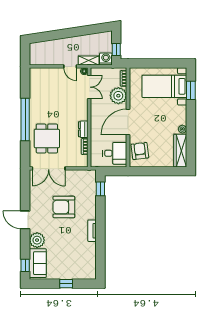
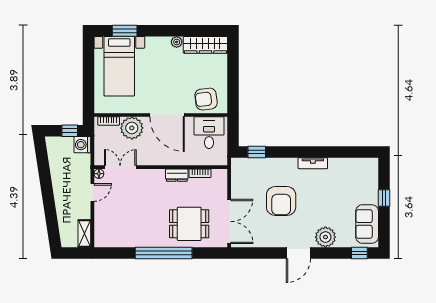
shelving: (89, 60) -> (84, 233), moved
sofa: (38, 263) -> (367, 224), moved, turned -90

